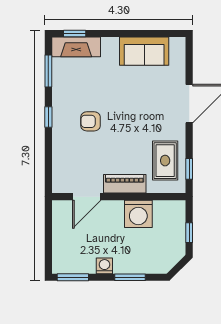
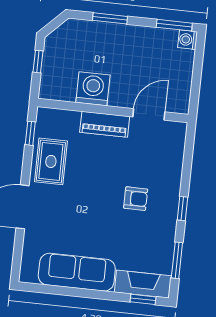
sofa: (144, 51) -> (77, 272), width x1.36
rug: (165, 161) -> (51, 161), moved
washing machine: (104, 266) -> (188, 40), moved, turned 90

